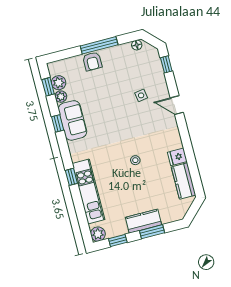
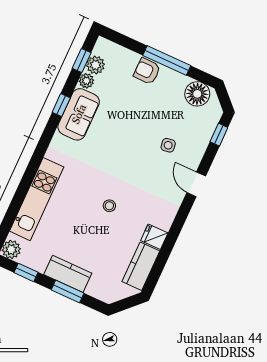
floor lamp: (137, 45) -> (197, 94), width x1.89, depth x1.89
armchair: (92, 61) -> (147, 71), turned 91
window: (71, 177) -> (31, 170), removed

